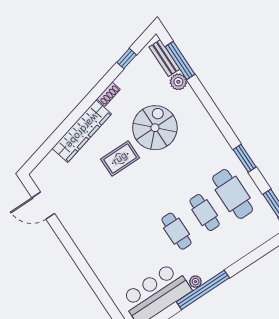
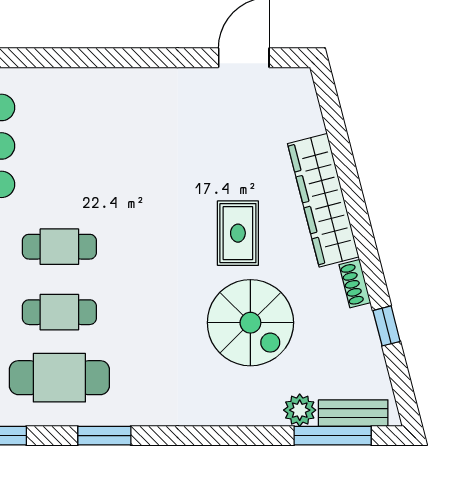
window: (127, 59) -> (387, 326), moved

